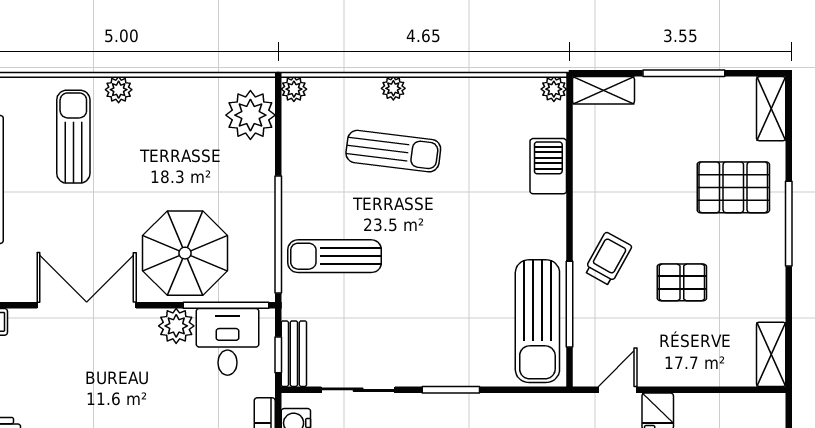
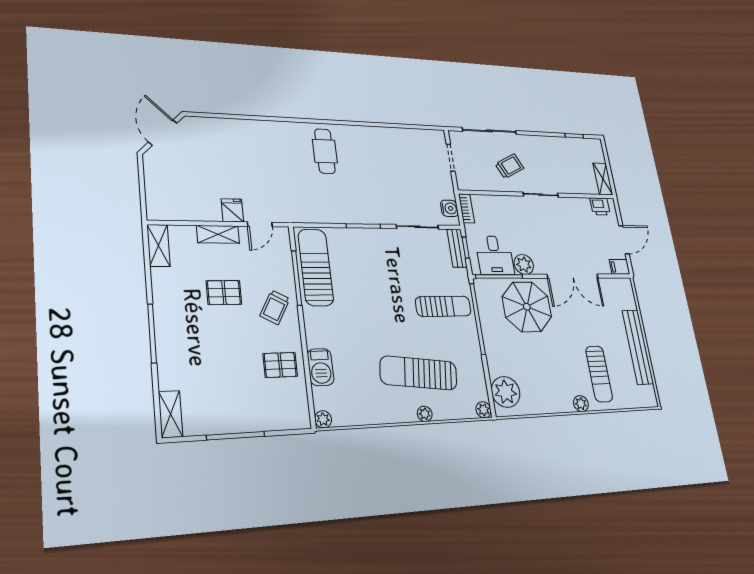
shelving: (603, 90) -> (218, 234), moved
sun lounger: (393, 151) -> (419, 373), width x1.36, depth x1.34
pallet: (733, 187) -> (280, 365), moved, width x0.67, depth x0.71

